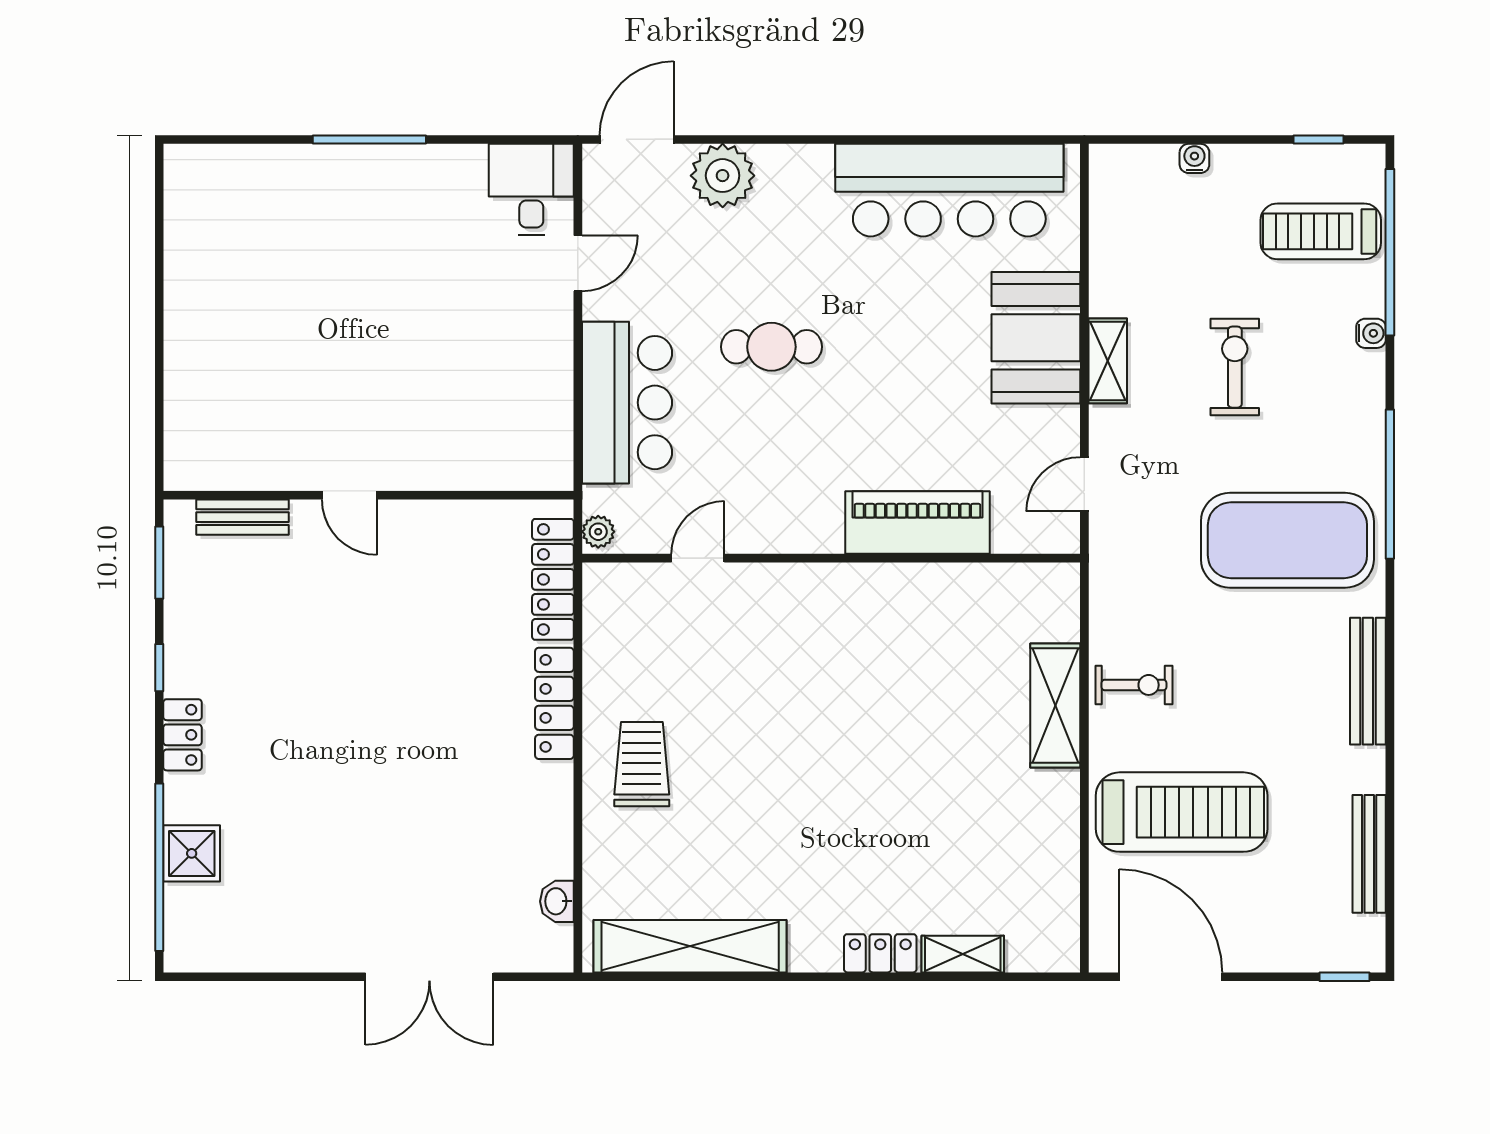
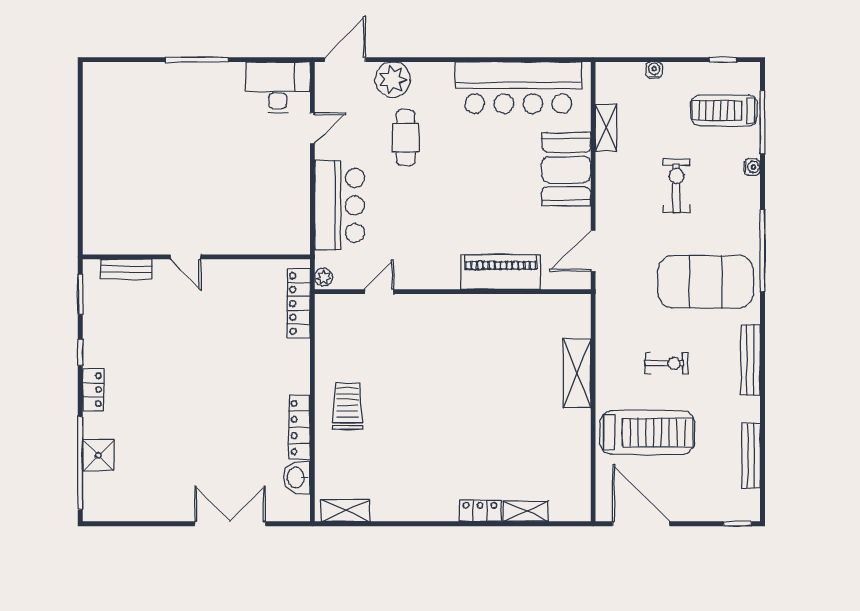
desk: (531, 189) -> (278, 87), width x1.37
window: (1390, 252) -> (763, 122), width x0.68
cafe table: (771, 347) -> (406, 138), moved, turned 90
shelving: (1108, 361) -> (606, 128), moved
door: (1084, 484) -> (593, 251), width x1.38
exercise bike: (1134, 685) -> (666, 363), moved
locker: (554, 703) -> (299, 428), moved
washbasin: (557, 901) -> (297, 477), width x1.38, depth x1.45
shelving: (690, 946) -> (345, 510), width x0.45, depth x0.75
double door: (429, 977) -> (230, 524), swing flipped

